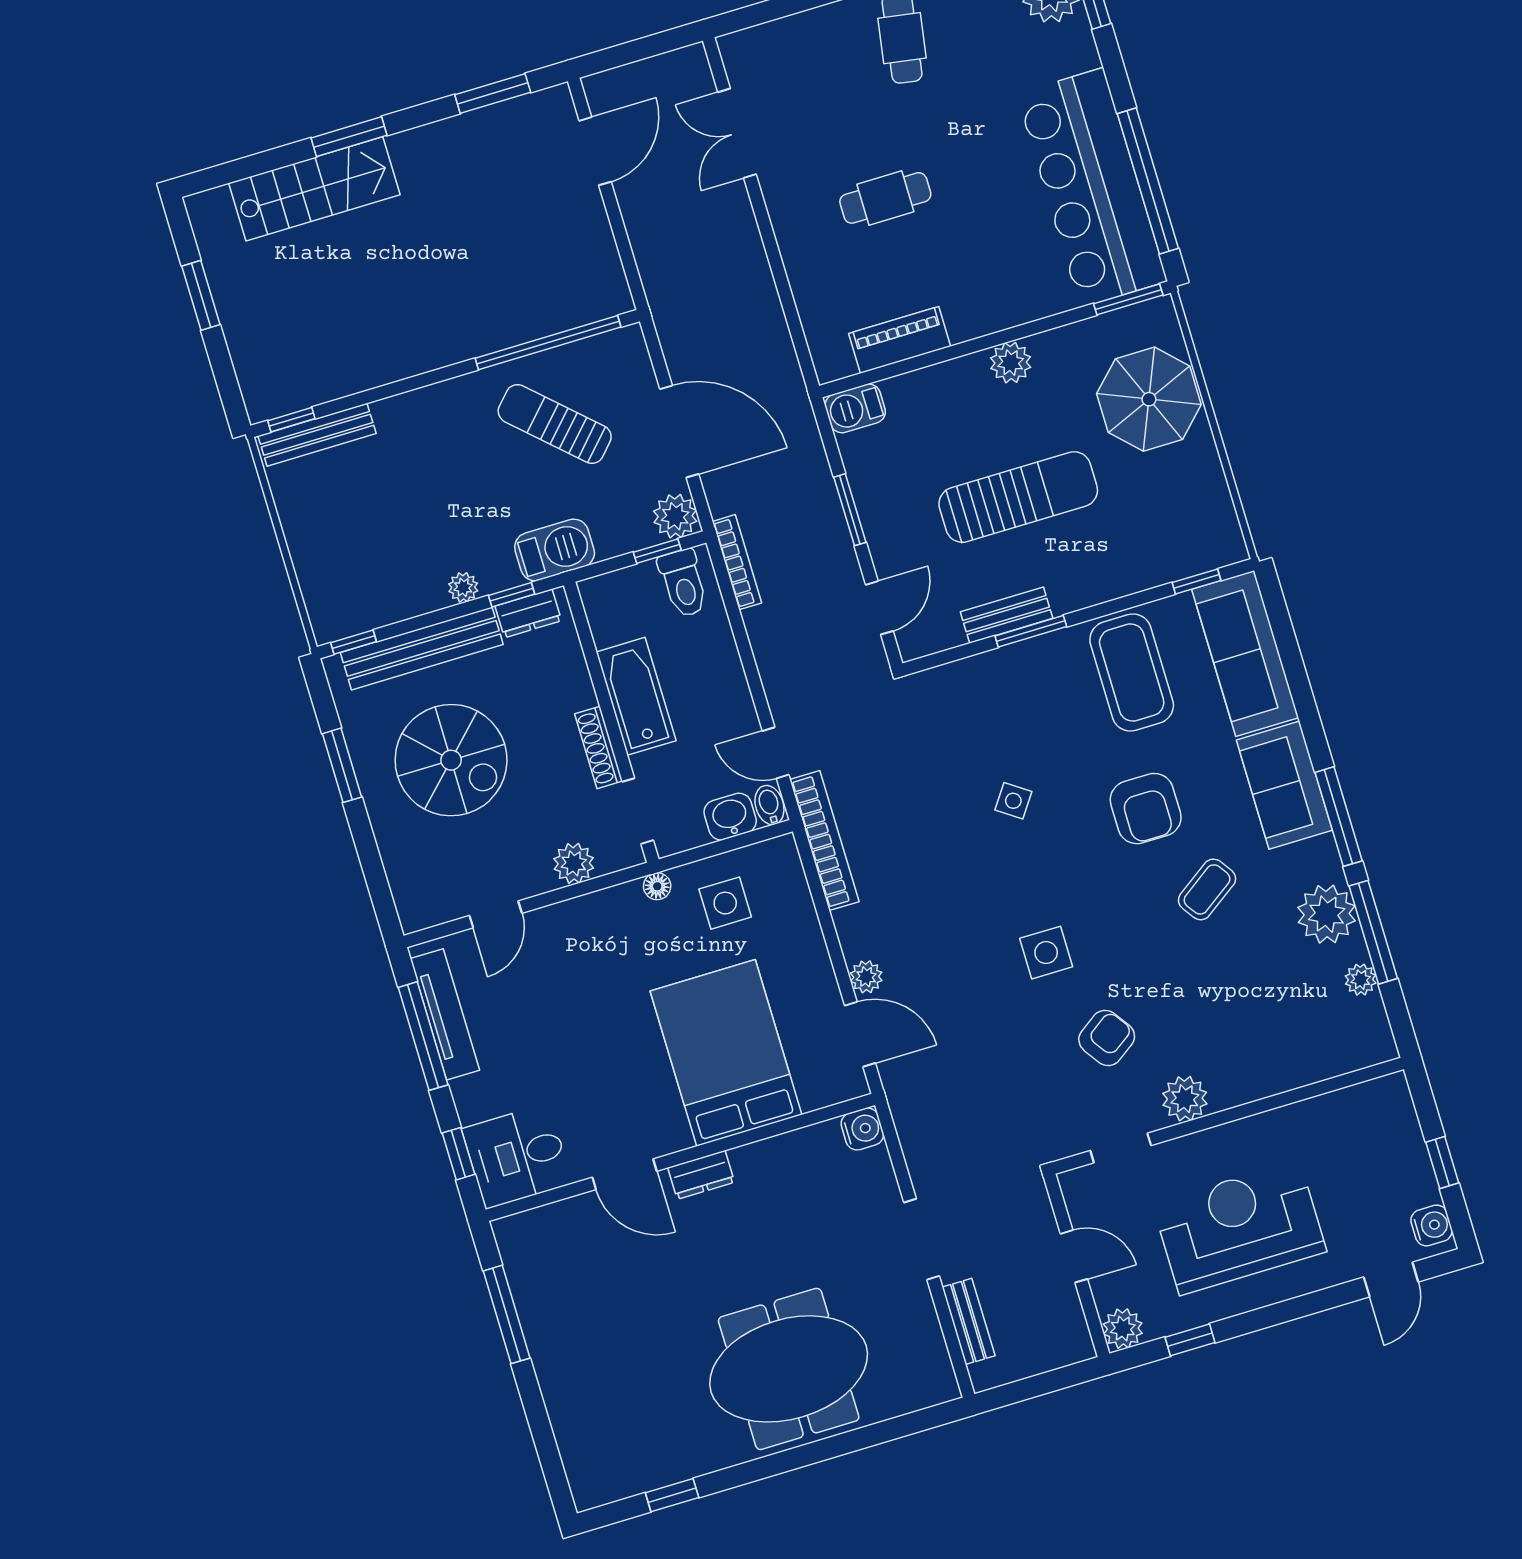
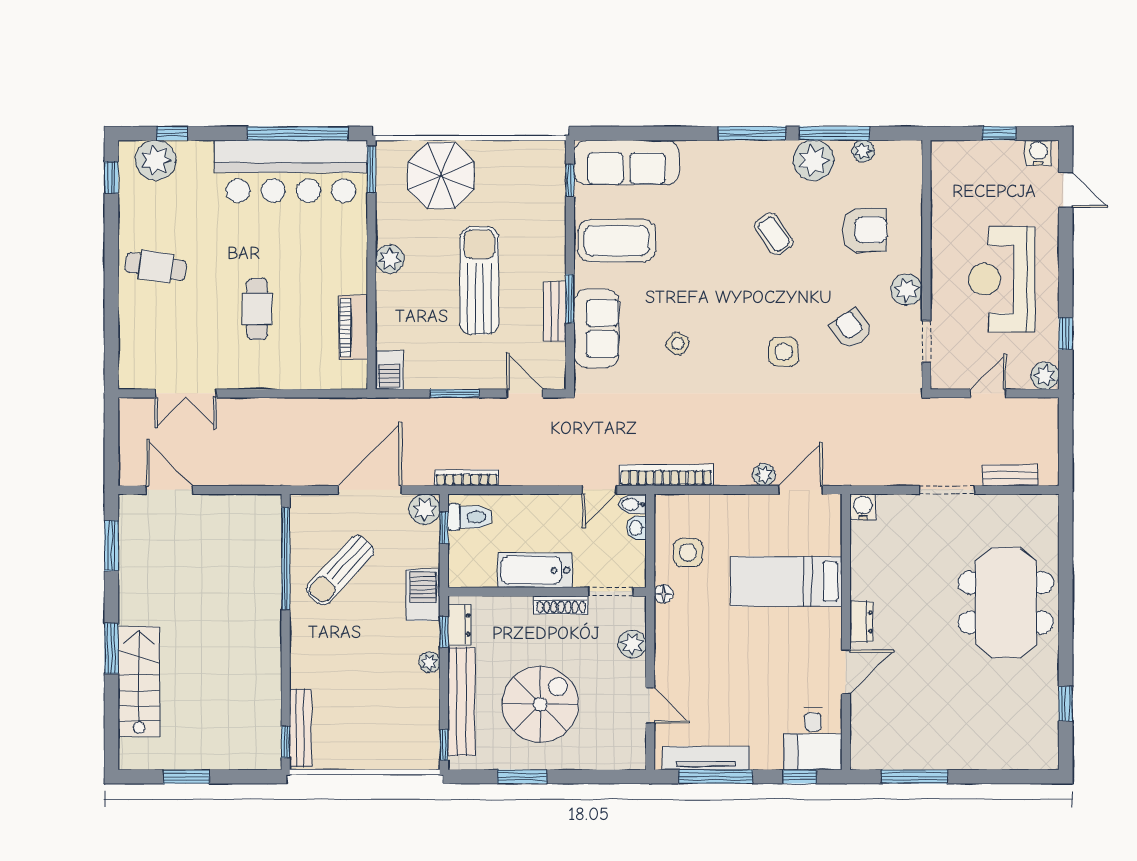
sofa: (1284, 785) -> (596, 328), moved, turned -90
armchair: (1146, 809) -> (865, 230), moved
washbasin: (730, 817) -> (637, 528), width x0.72, depth x0.69
bed: (726, 1053) -> (786, 581), width x0.67

